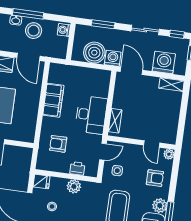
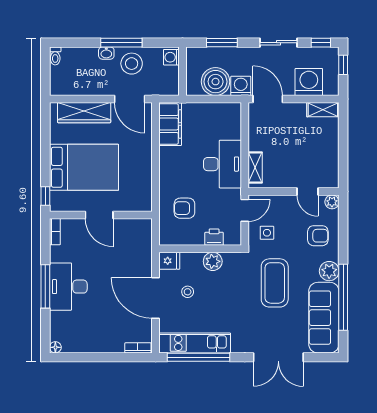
filing cabinet: (53, 100) -> (170, 124), moved

